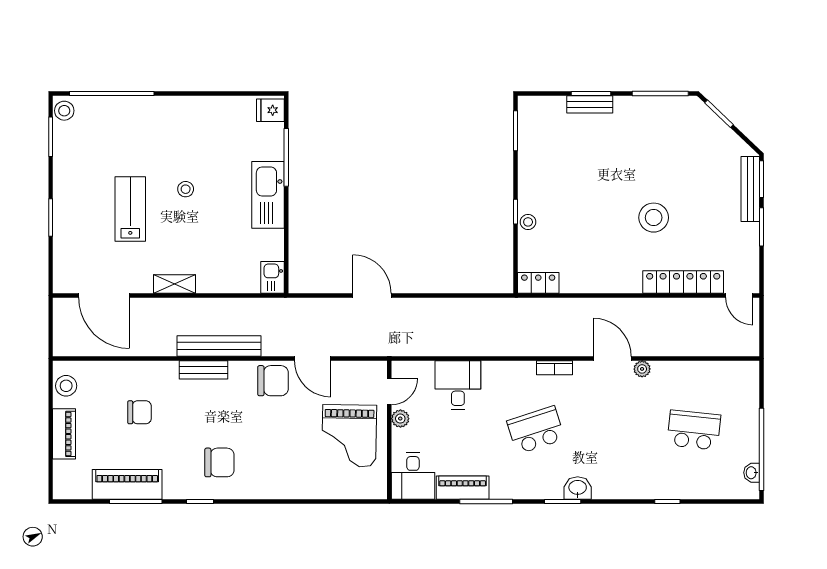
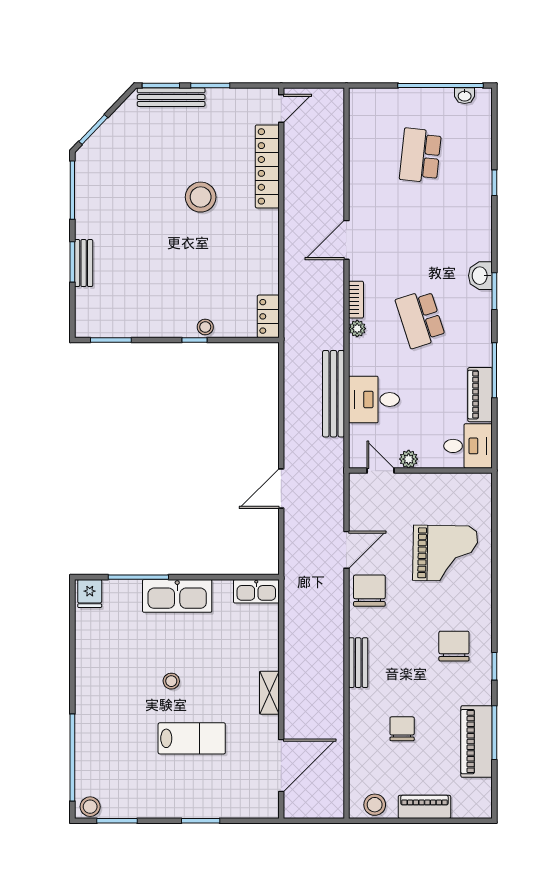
lab bench: (130, 209) -> (192, 738), turned 180
kitchen sink: (272, 277) -> (256, 591), width x1.38
bench: (219, 346) -> (333, 394), moved
plant: (642, 369) -> (357, 329), moved
grand piano: (349, 436) -> (445, 553), moved

